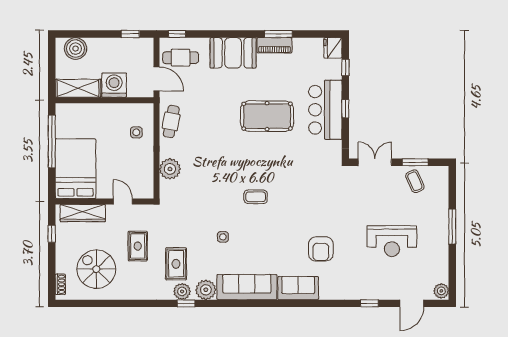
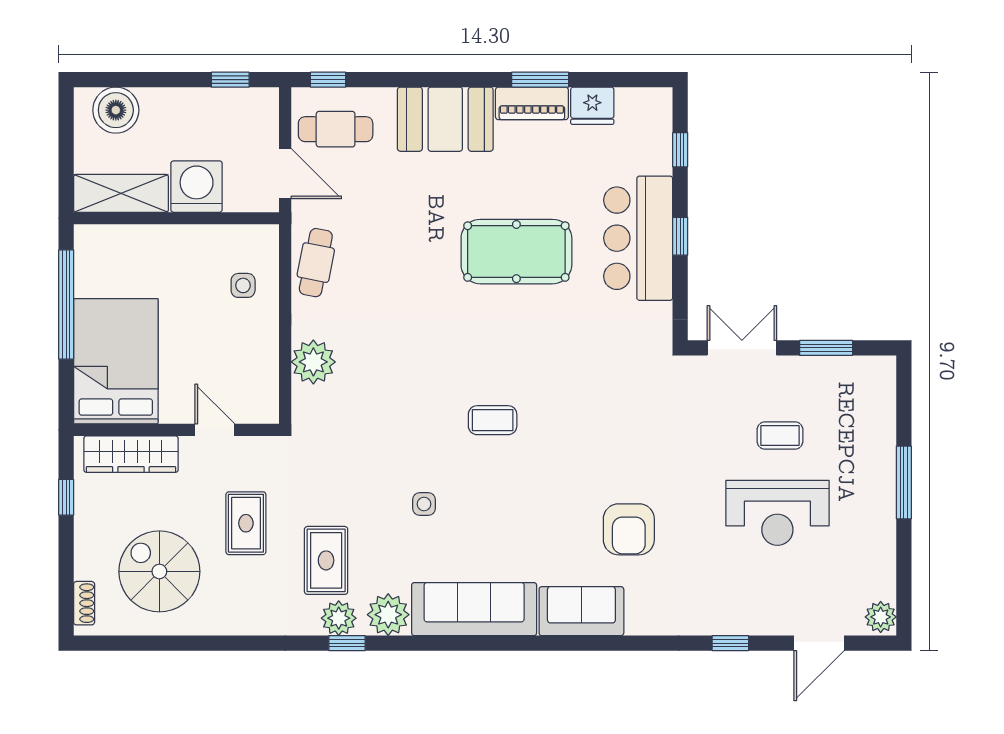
fridge: (333, 48) -> (592, 106), moved, turned -90
coffee table: (415, 181) -> (780, 435), moved, turned -66

